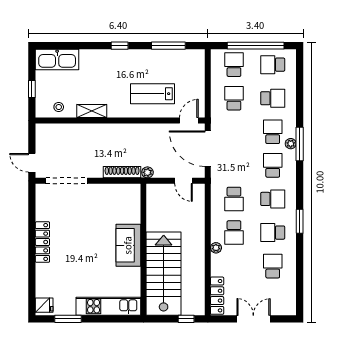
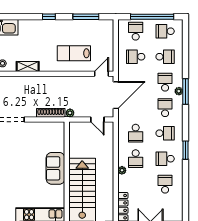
school desk: (234, 98) -> (136, 57), turned -90
door: (208, 149) -> (116, 95), swing flipped

